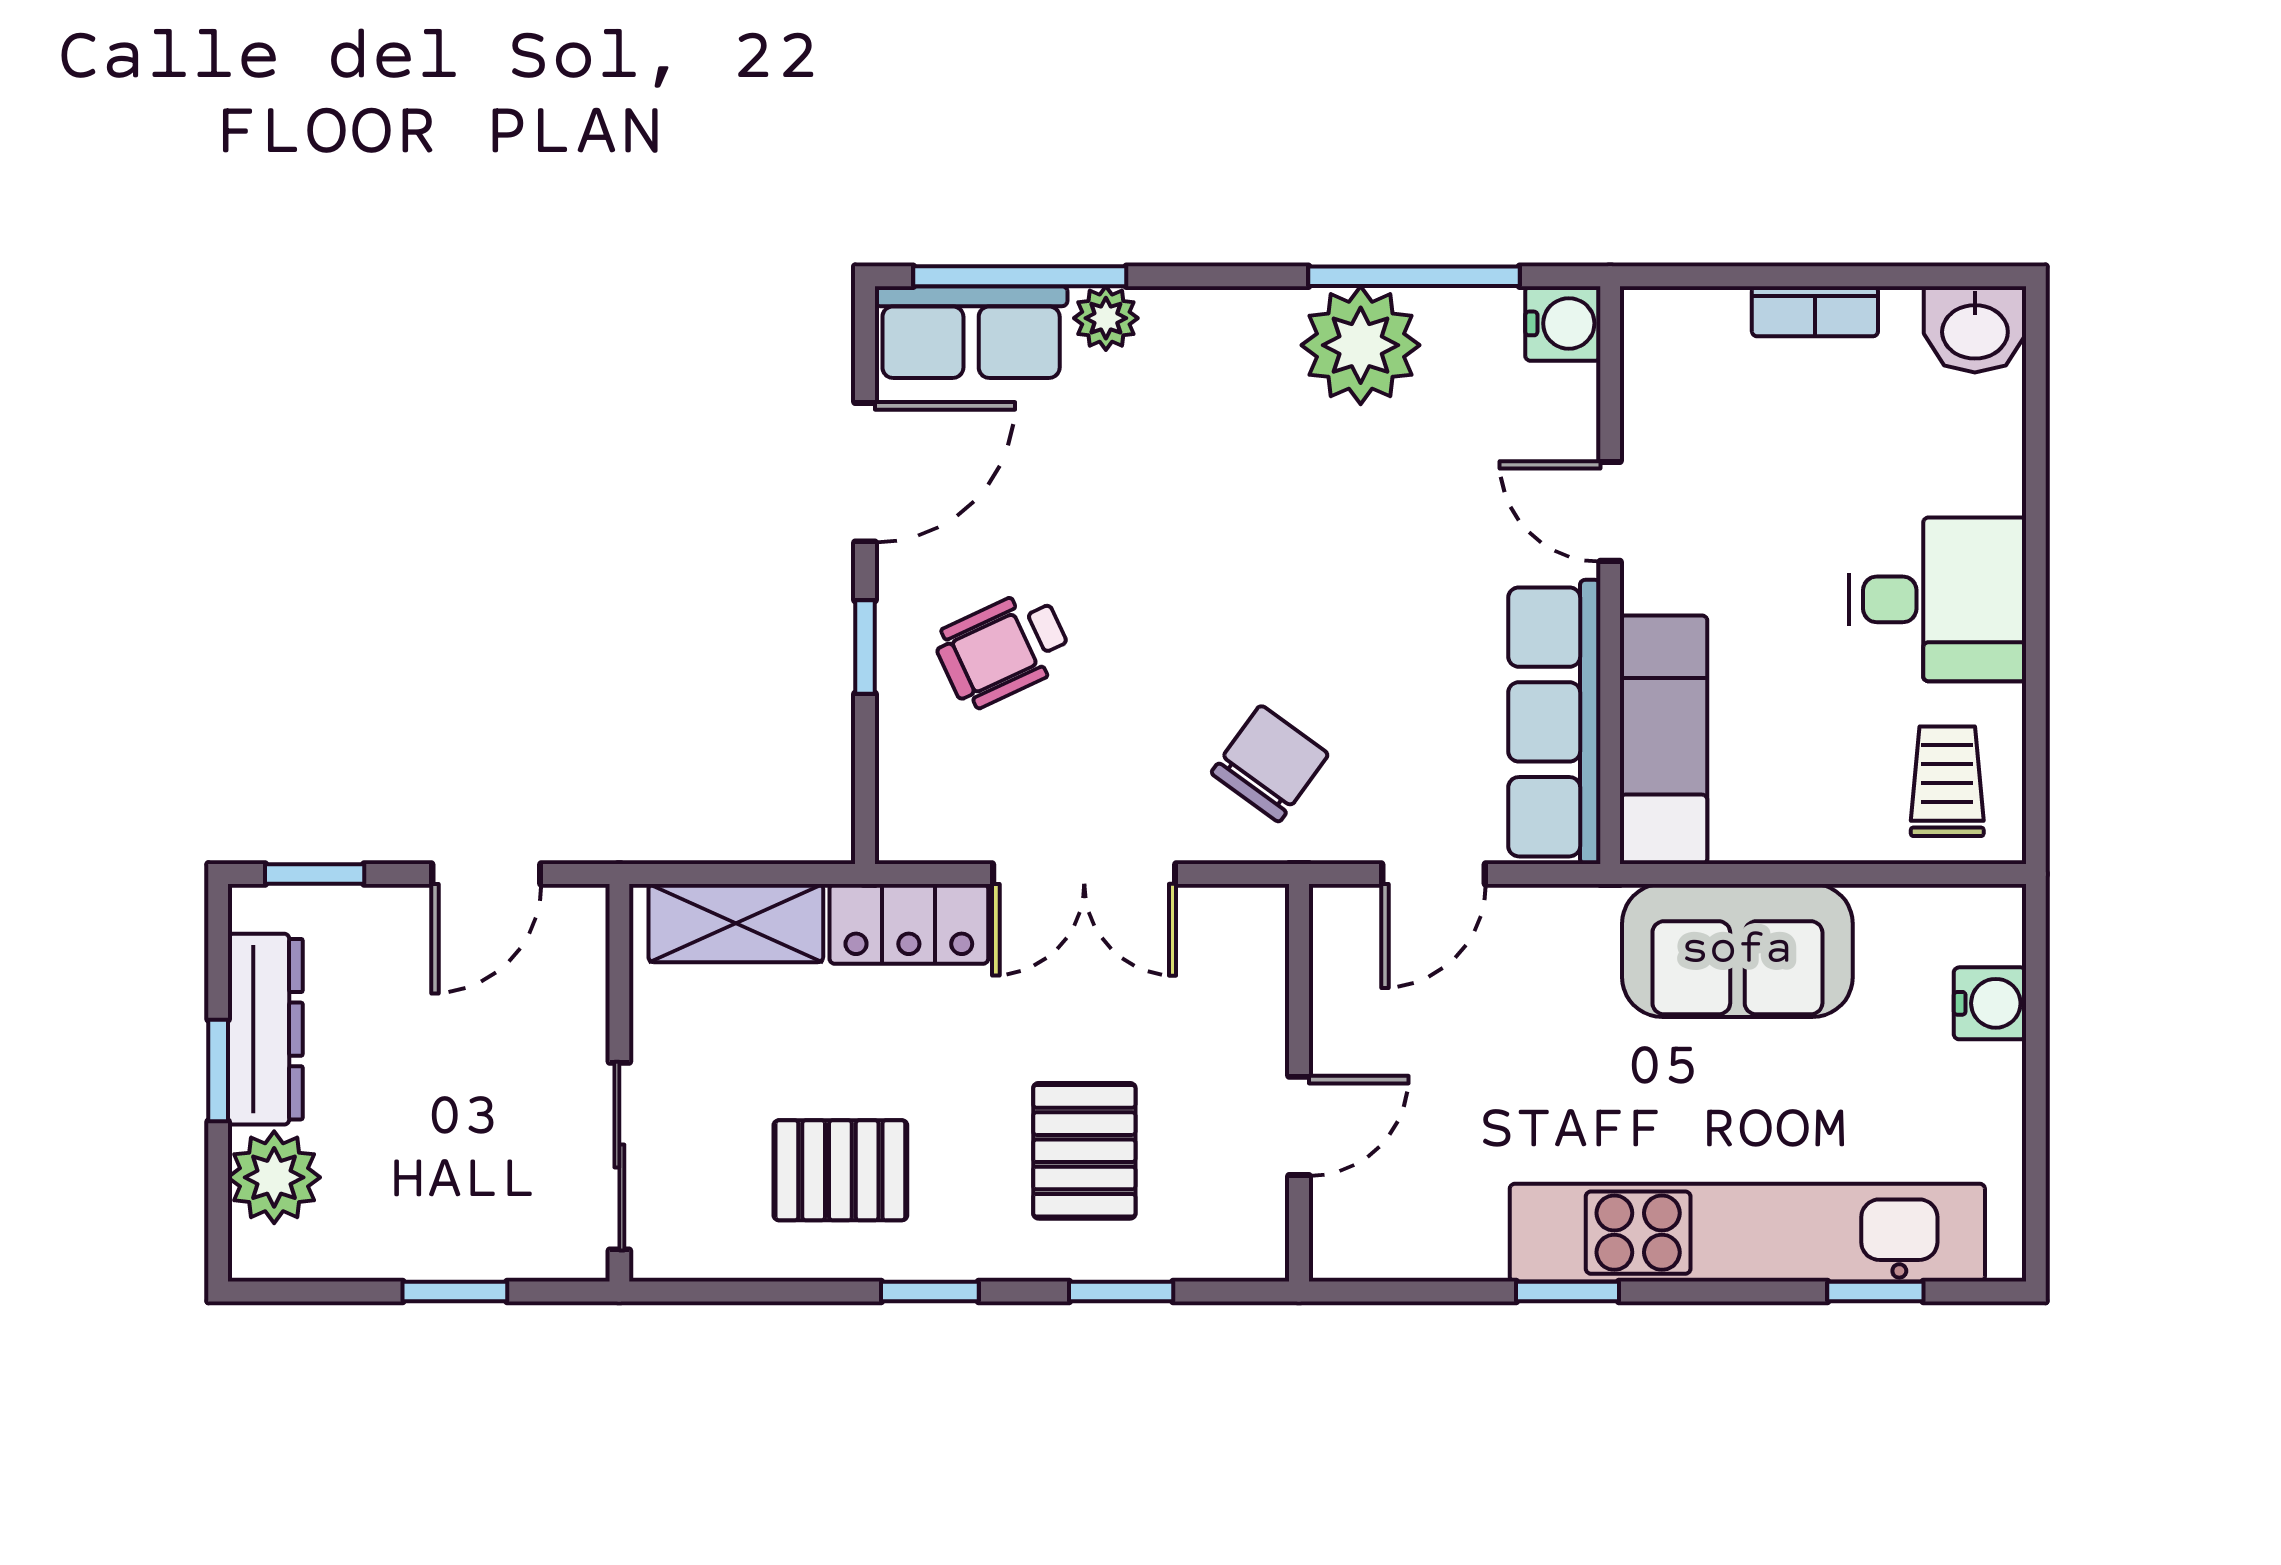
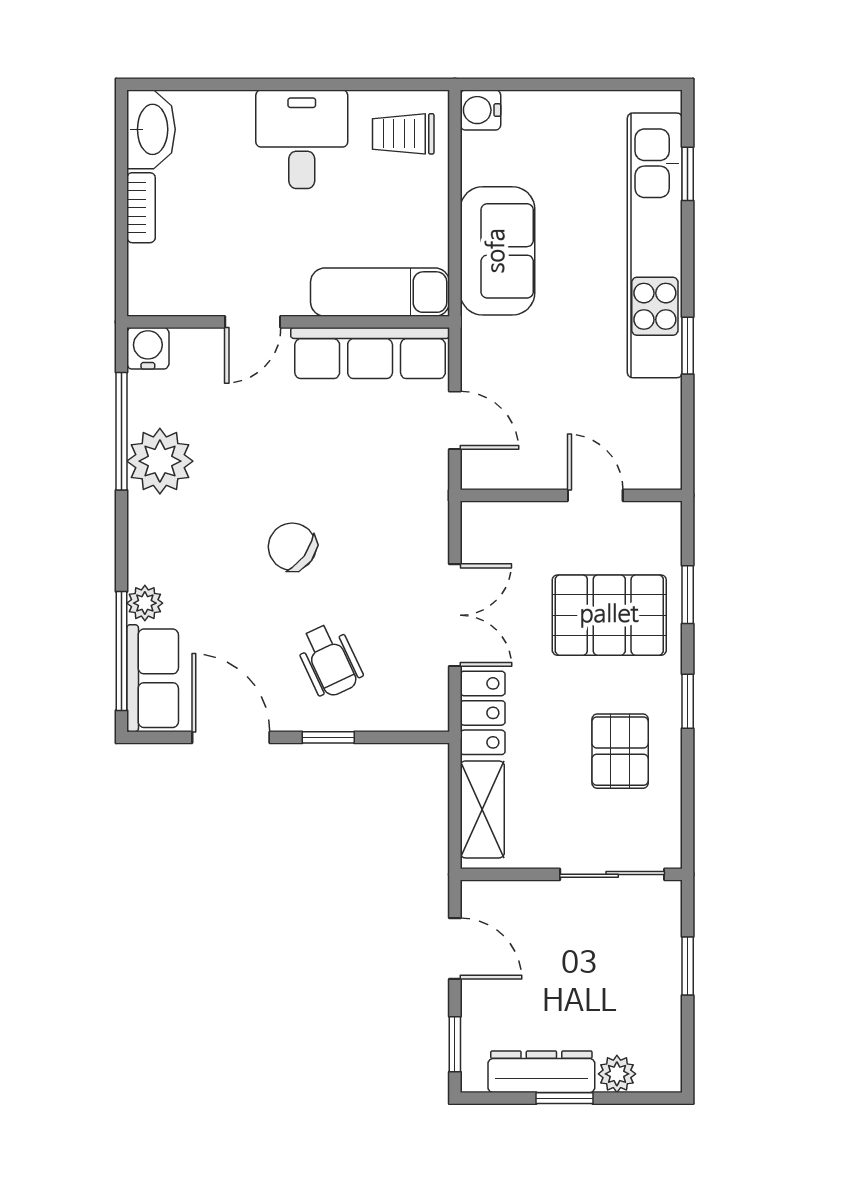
washbasin: (1975, 329) -> (151, 129), width x1.38
chair: (1270, 764) -> (292, 547), moved
water cooler: (1990, 1003) -> (480, 110), moved, turned -90
pallet: (1084, 1151) -> (609, 615), width x1.50, depth x1.42
plant: (274, 1177) -> (617, 1074), width x0.73, depth x0.73

